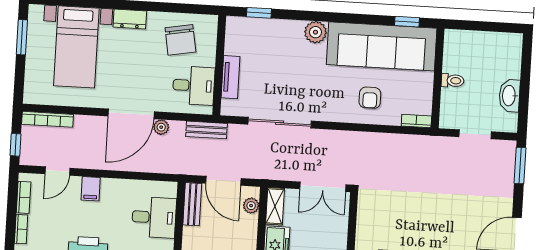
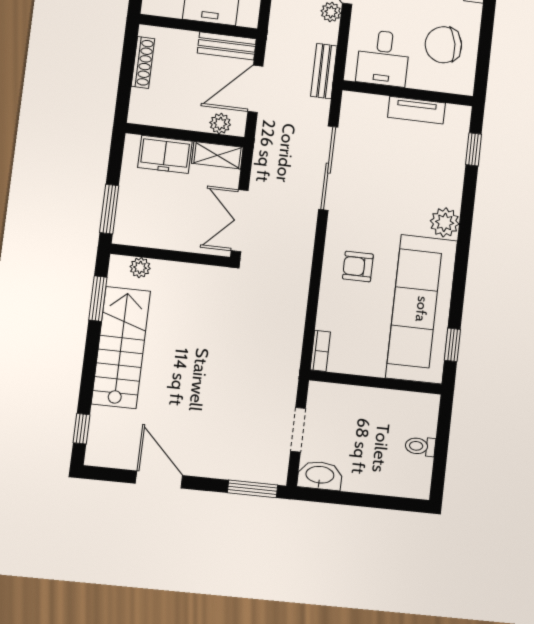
tv unit: (231, 77) -> (416, 110), moved
toilet: (453, 81) -> (420, 446), moved, turned 90
washbasin: (509, 96) -> (320, 476), moved
armchair: (370, 98) -> (358, 267), moved

